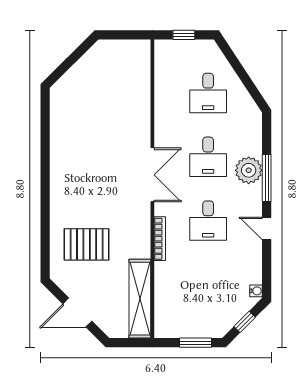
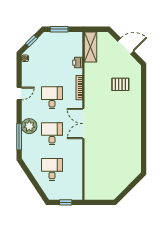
window: (267, 178) -> (19, 137), moved
door: (267, 228) -> (19, 93), hinge flipped
pallet: (87, 244) -> (120, 84), width x0.67, depth x0.71
printer: (163, 283) -> (78, 63), added
shelving: (140, 299) -> (90, 47), width x0.68

